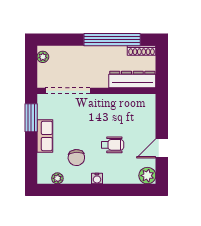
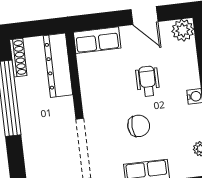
row of seats: (148, 111) -> (97, 40), added
chair: (76, 158) -> (139, 126), moved

